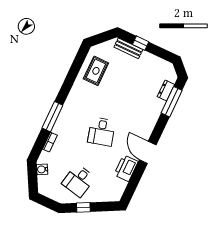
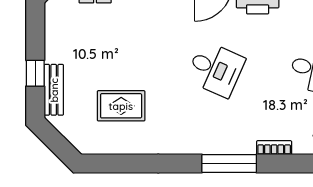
rug: (96, 71) -> (121, 106), moved
desk: (101, 132) -> (215, 69), turned 39

